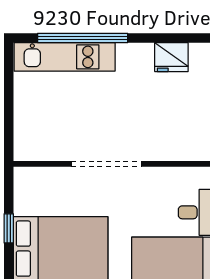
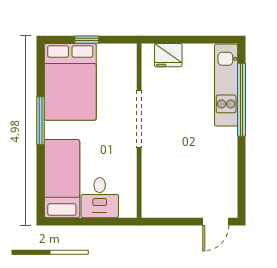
fridge: (171, 57) -> (168, 55), moved, turned -90

